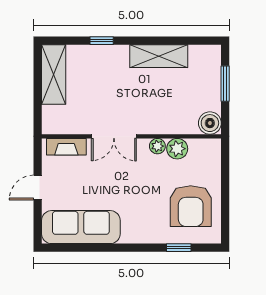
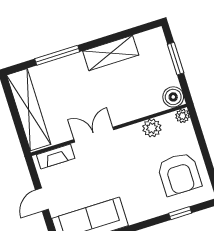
window: (102, 41) -> (57, 55), width x2.17
shelving: (54, 74) -> (29, 110), width x1.47
double door: (114, 136) -> (94, 135), swing flipped
plant: (157, 146) -> (183, 116), moved

